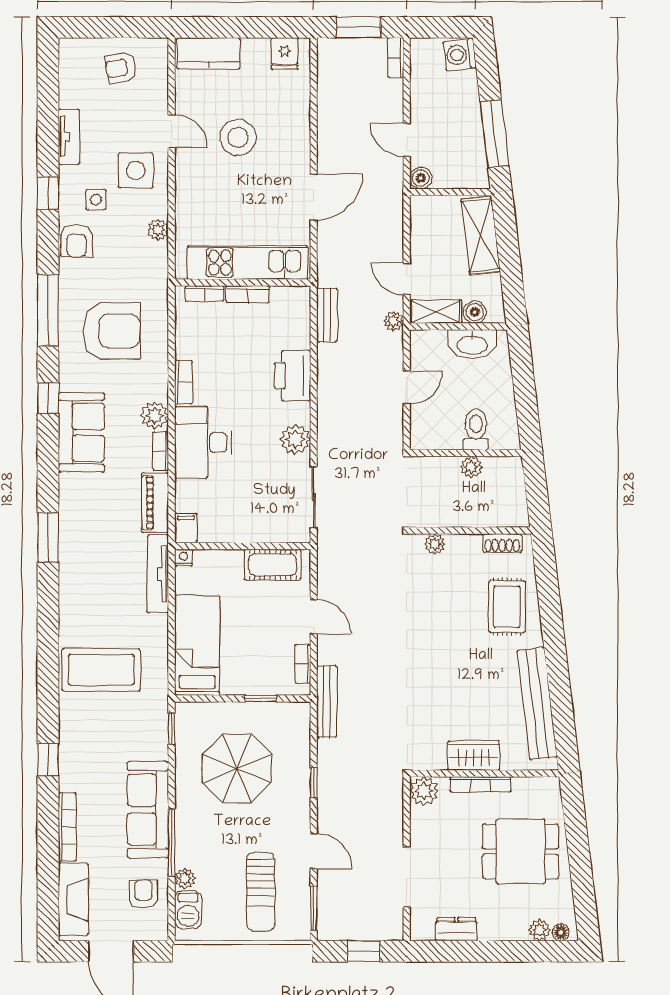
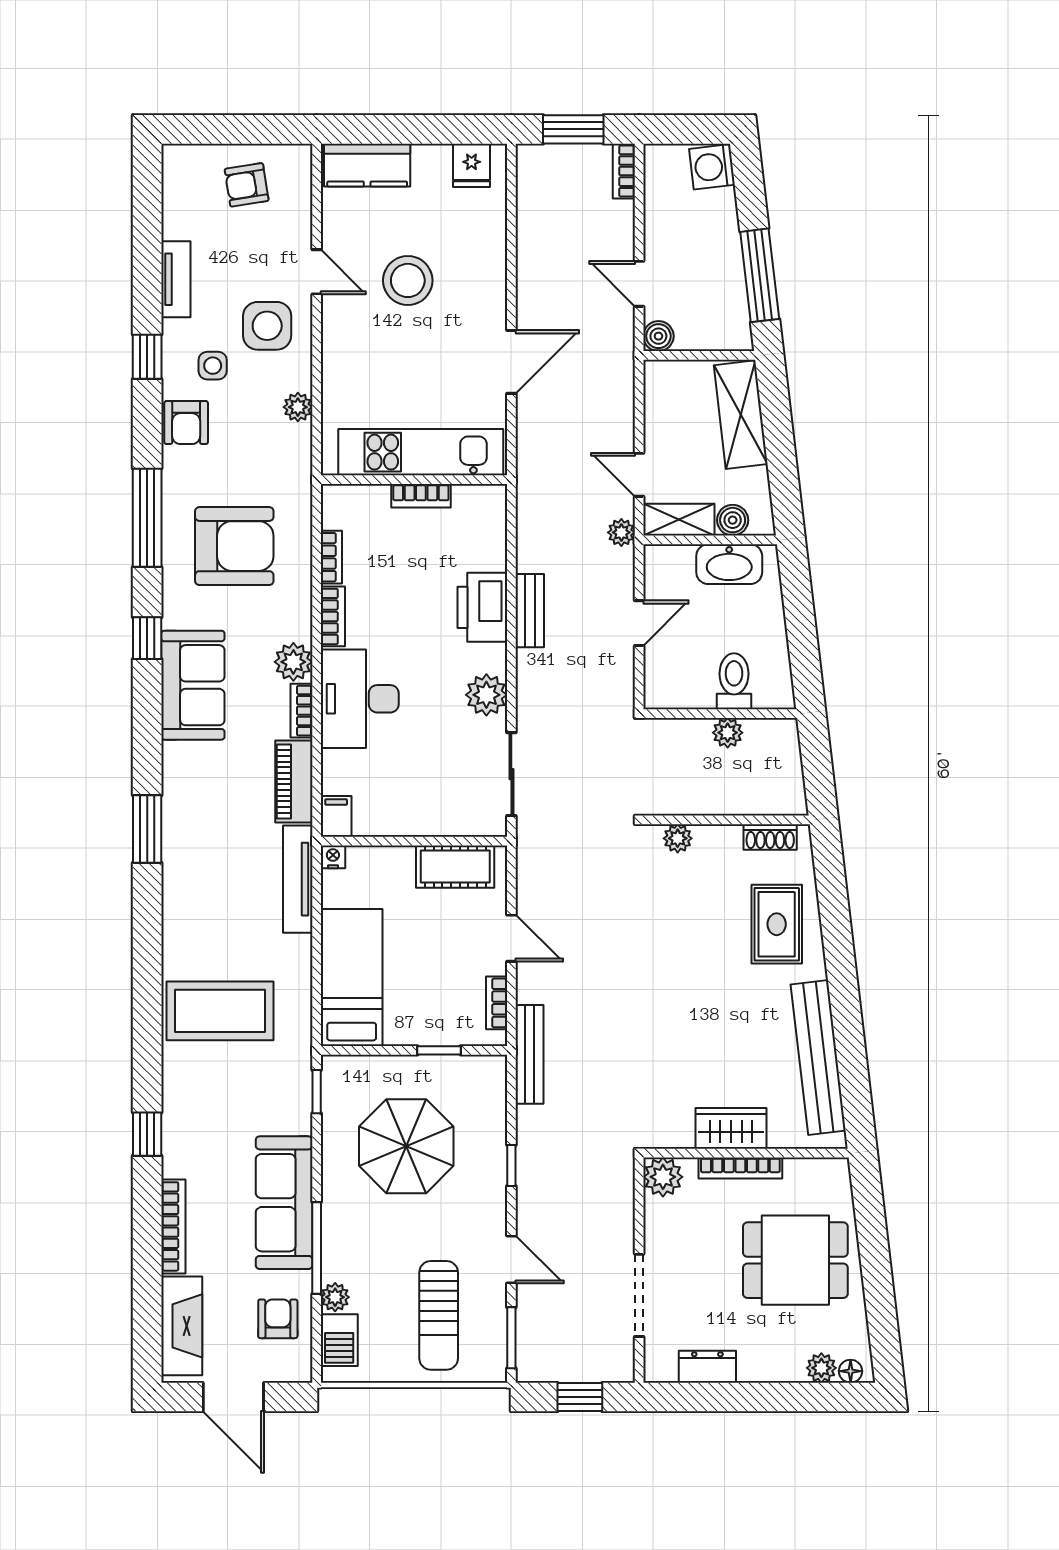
bookcase: (205, 293) -> (331, 557), moved, turned -90
bench: (327, 315) -> (530, 611), moved

